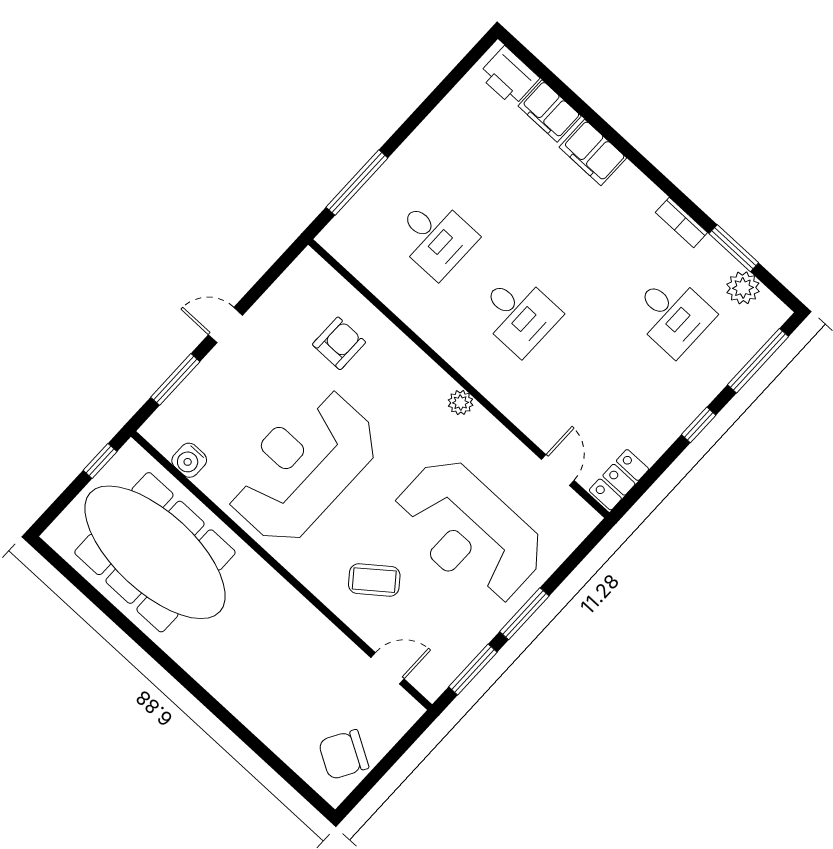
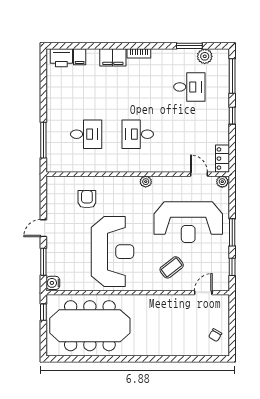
filing cabinet: (550, 111) -> (80, 57), width x0.50
bookcase: (681, 223) -> (139, 53), moved
desk: (518, 314) -> (138, 134), turned 180
water cooler: (189, 460) -> (53, 283), moved, turned 90
reception desk: (302, 466) -> (113, 252), turned 180
plant: (584, 517) -> (222, 182), added
window: (473, 670) -> (232, 267), width x0.67
chair: (344, 755) -> (215, 335), width x0.54, depth x0.54

